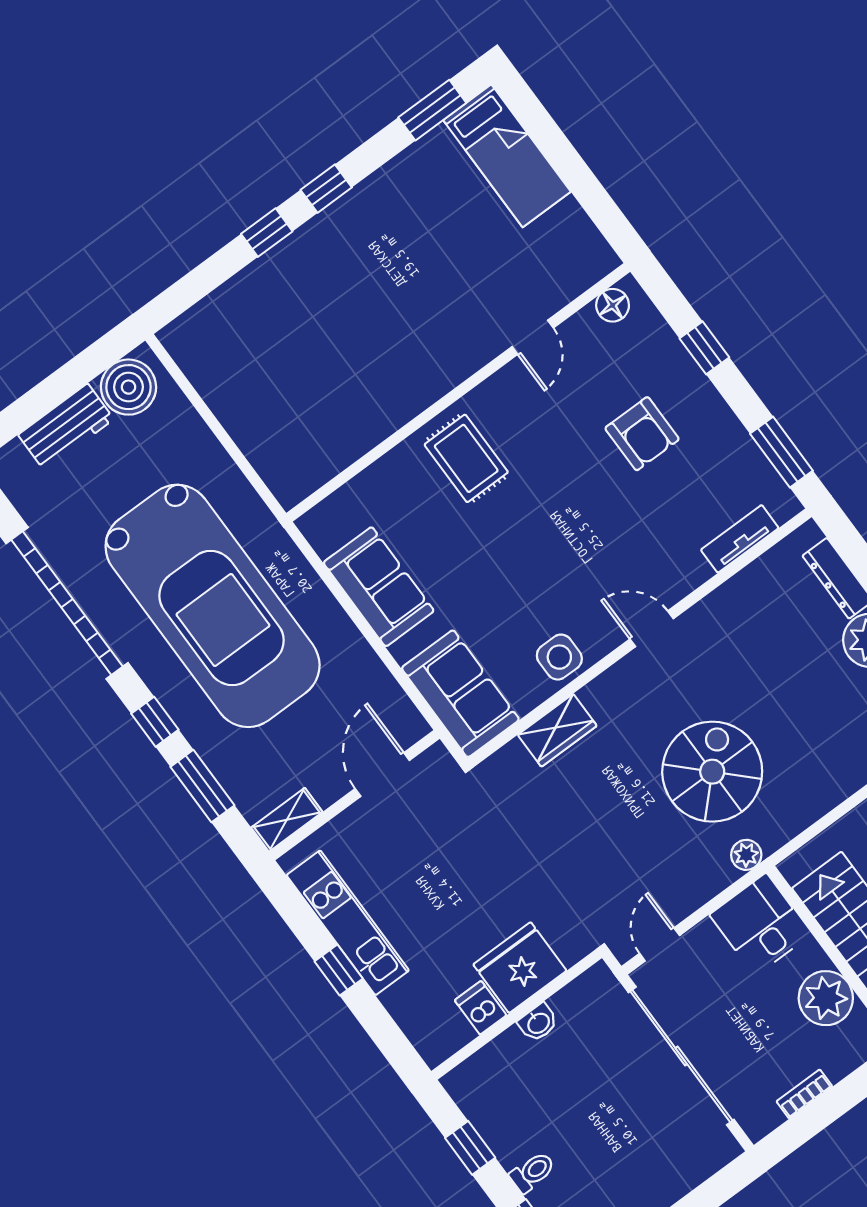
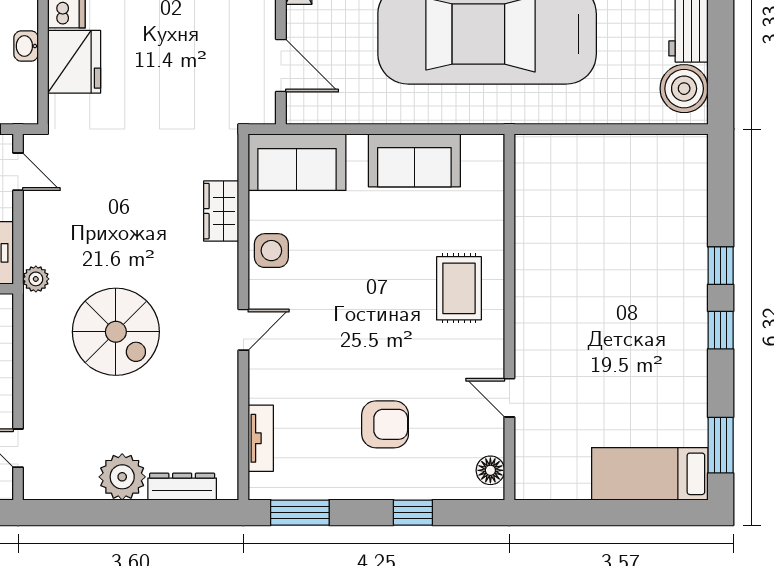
armchair: (642, 434) -> (385, 424), turned 180
rug: (466, 458) -> (459, 288), turned 90
spiral stairs: (712, 772) -> (116, 332), moved

